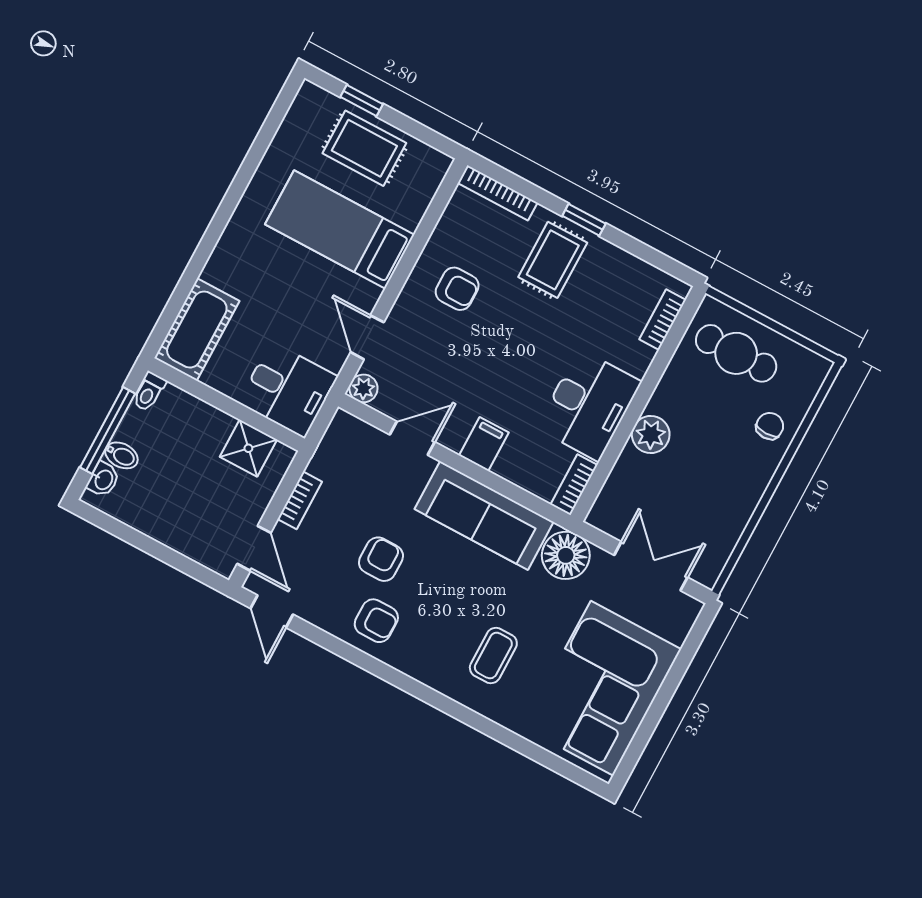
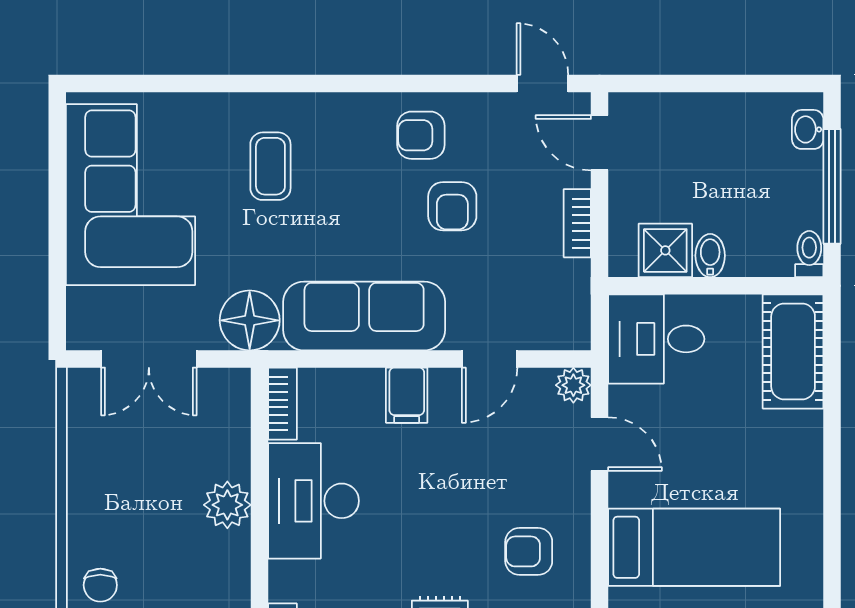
bidet: (121, 455) -> (710, 256), moved, turned 90

